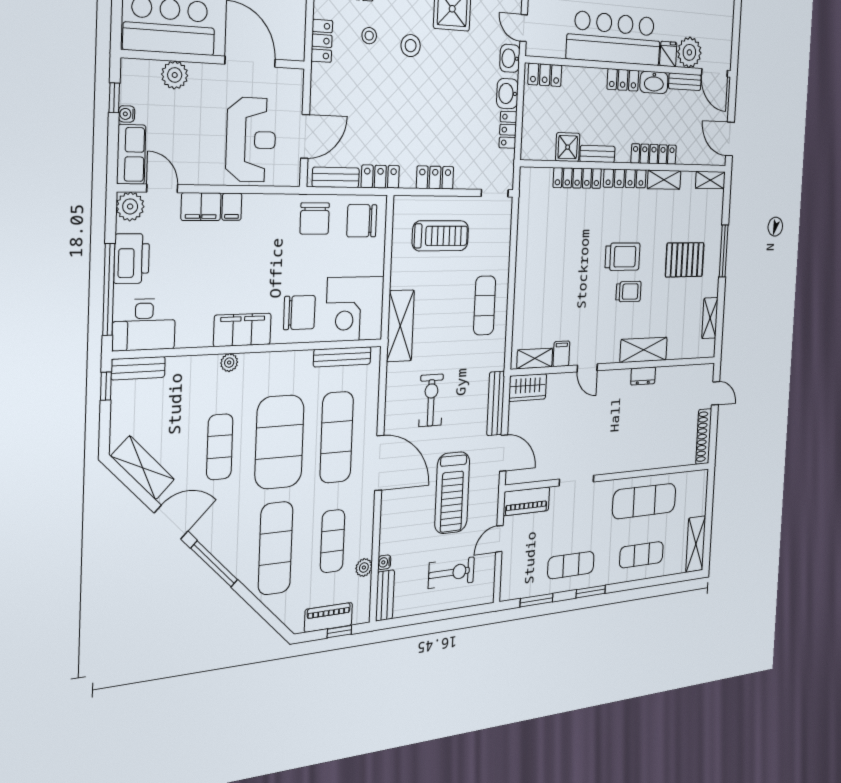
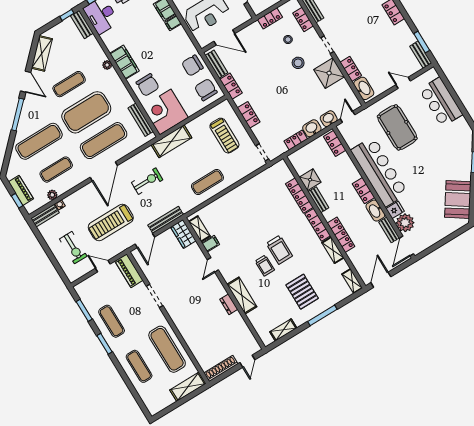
shelving: (696, 544) -> (188, 387), moved

